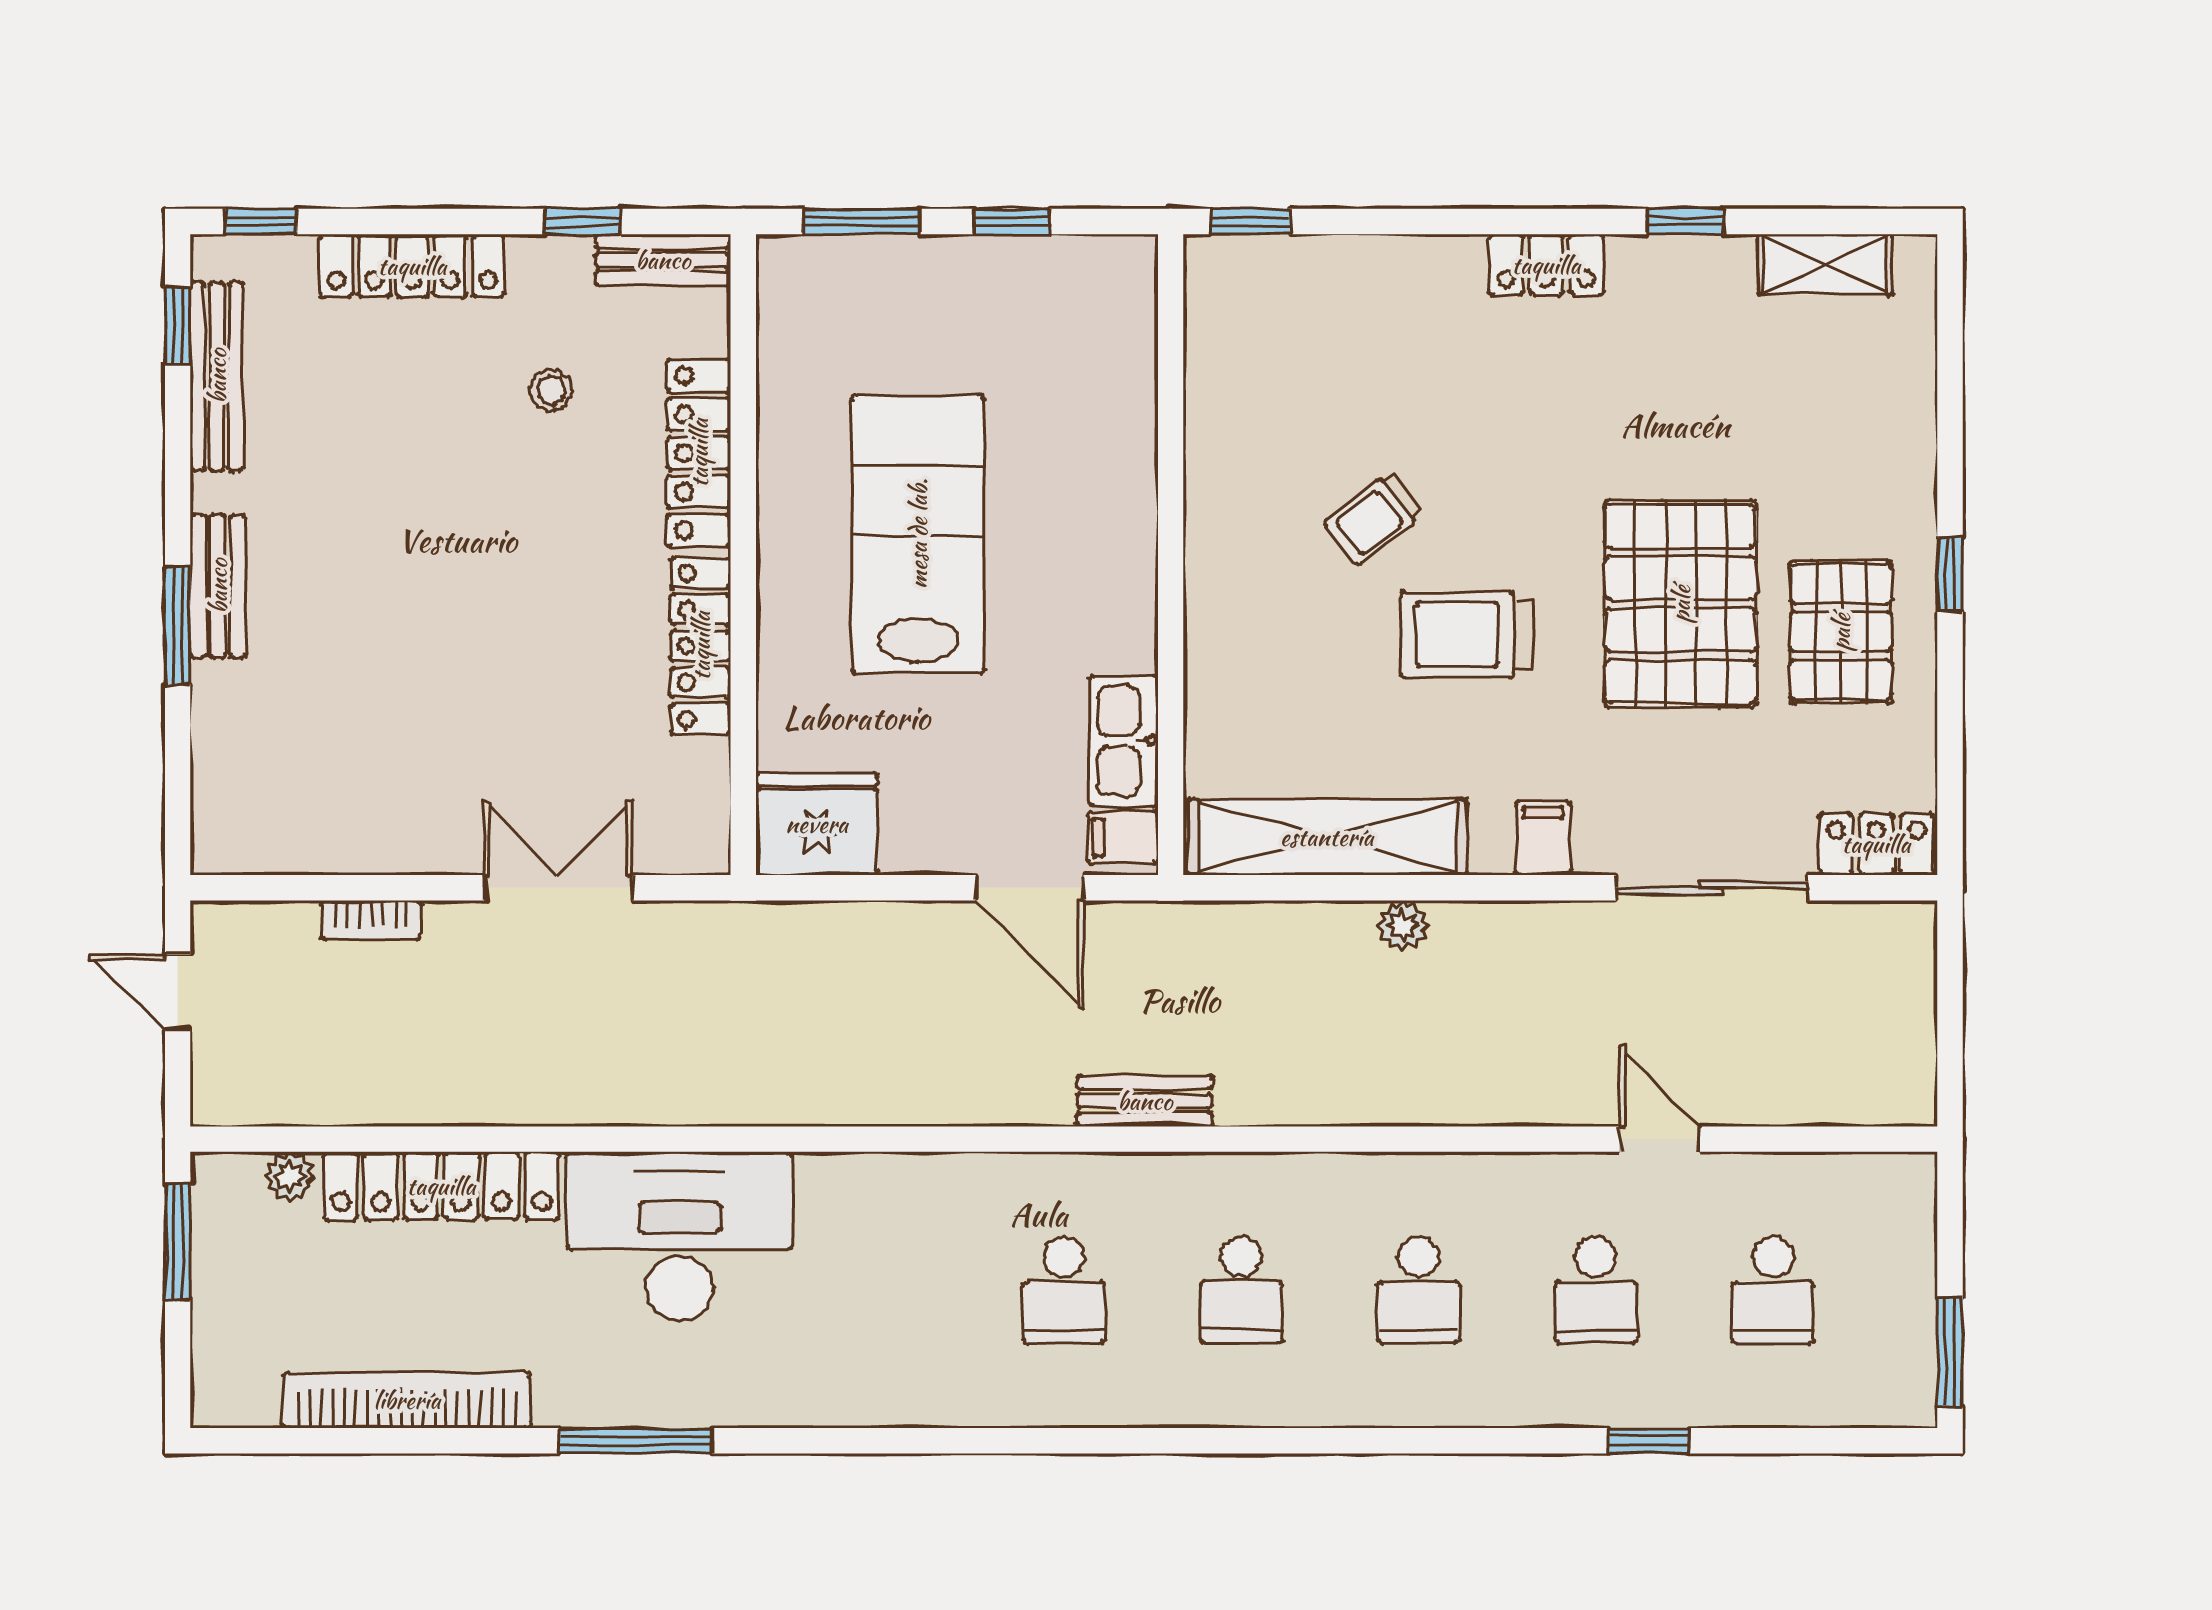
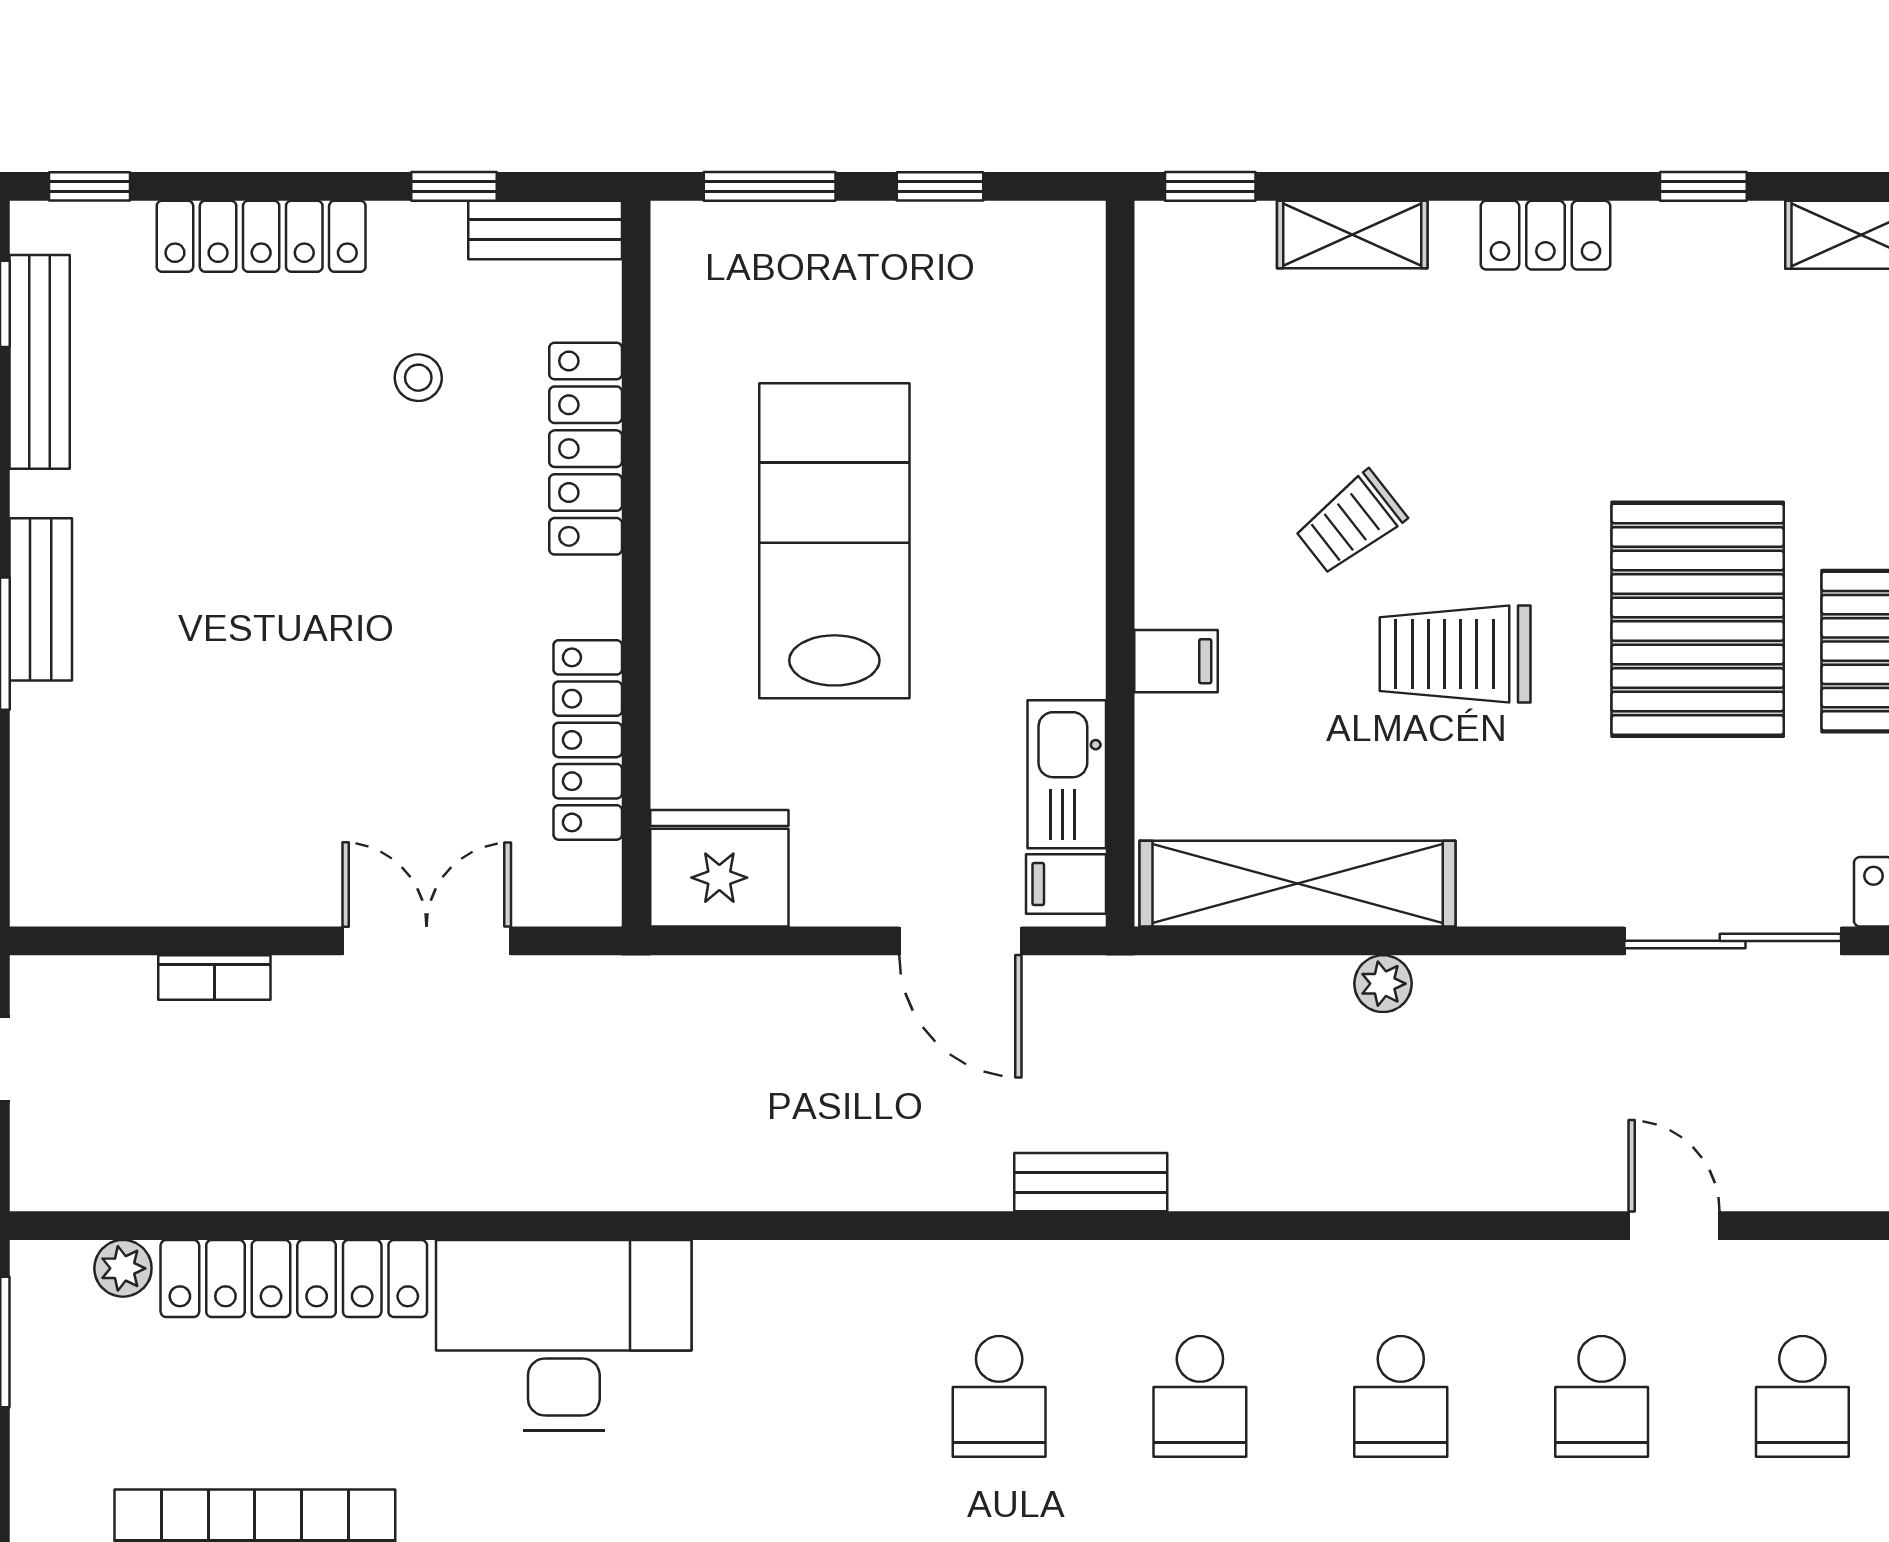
shelving: (1376, 264) -> (1352, 234), added
locker: (701, 646) -> (588, 740), moved
filing cabinet: (1543, 838) -> (1176, 661), moved, turned 90

